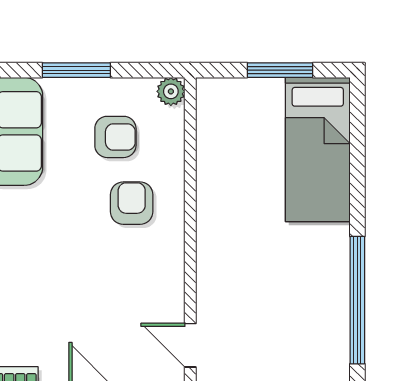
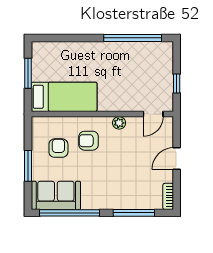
plant: (171, 91) -> (119, 123), moved
bed: (318, 149) -> (64, 97), moved

